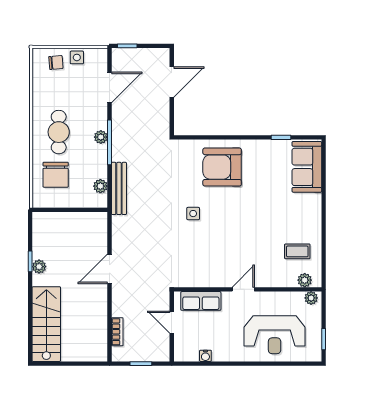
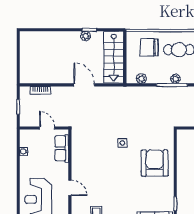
bench: (119, 188) -> (140, 91), removed
door: (243, 289) -> (70, 188), moved
door: (172, 322) -> (47, 128), hinge flipped
stairs: (46, 324) -> (114, 57), moved, turned 90

